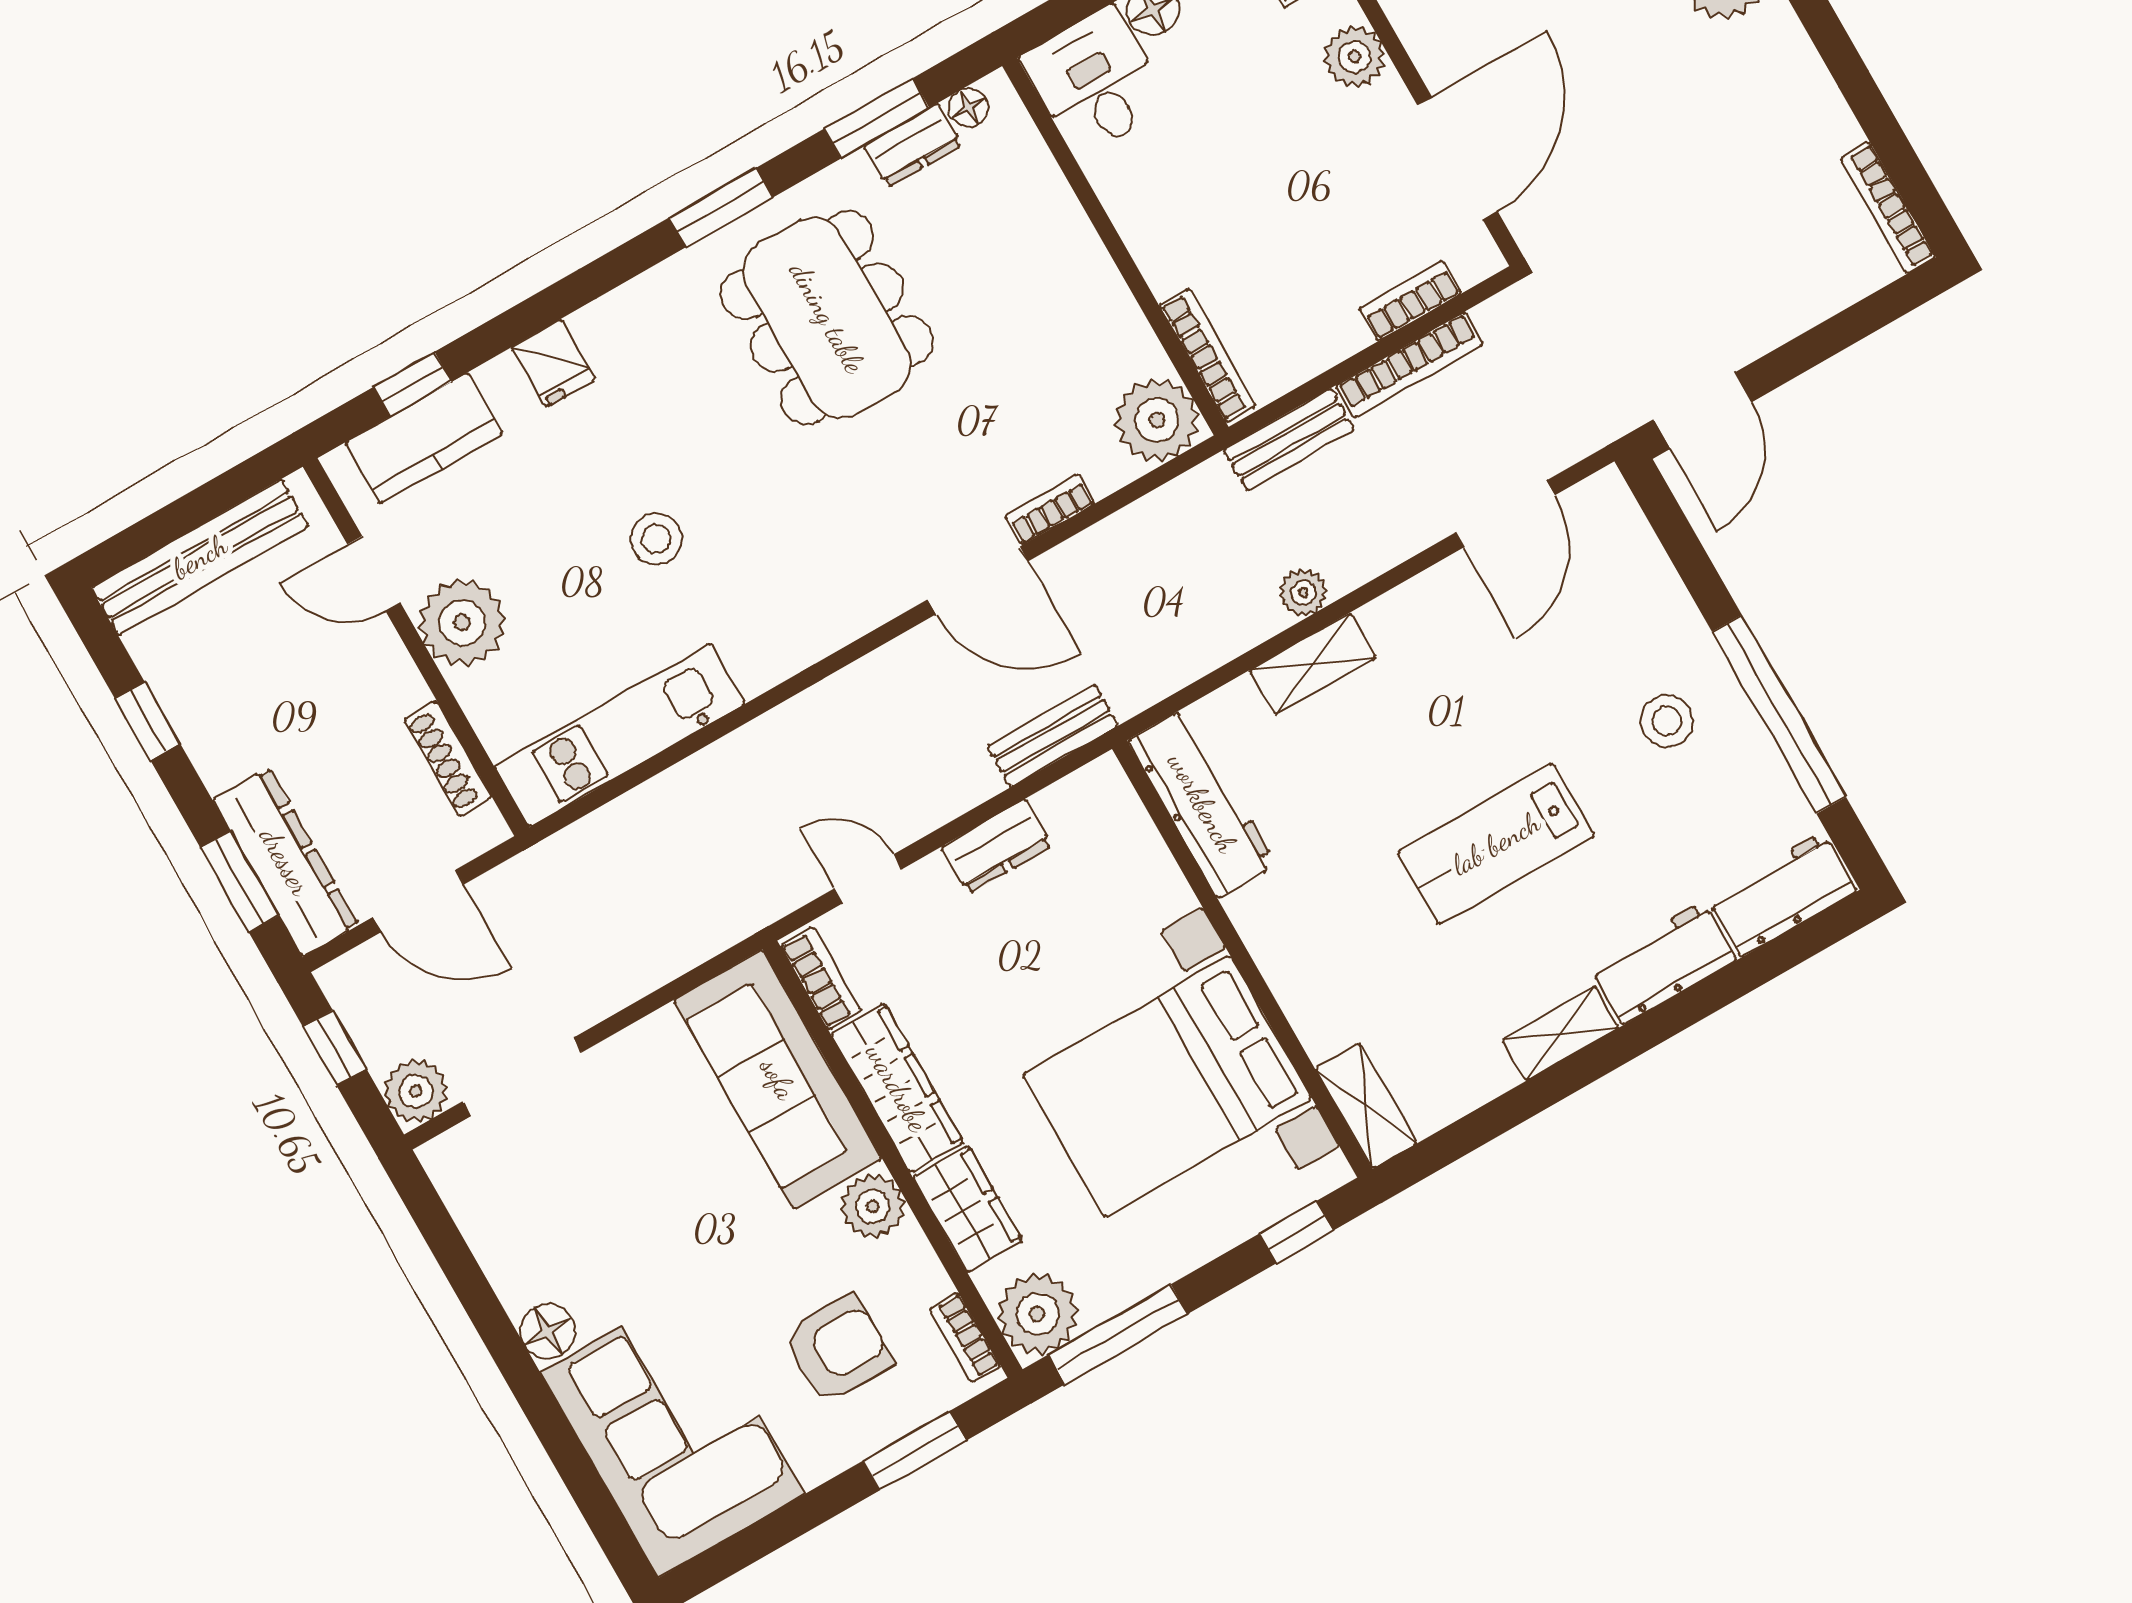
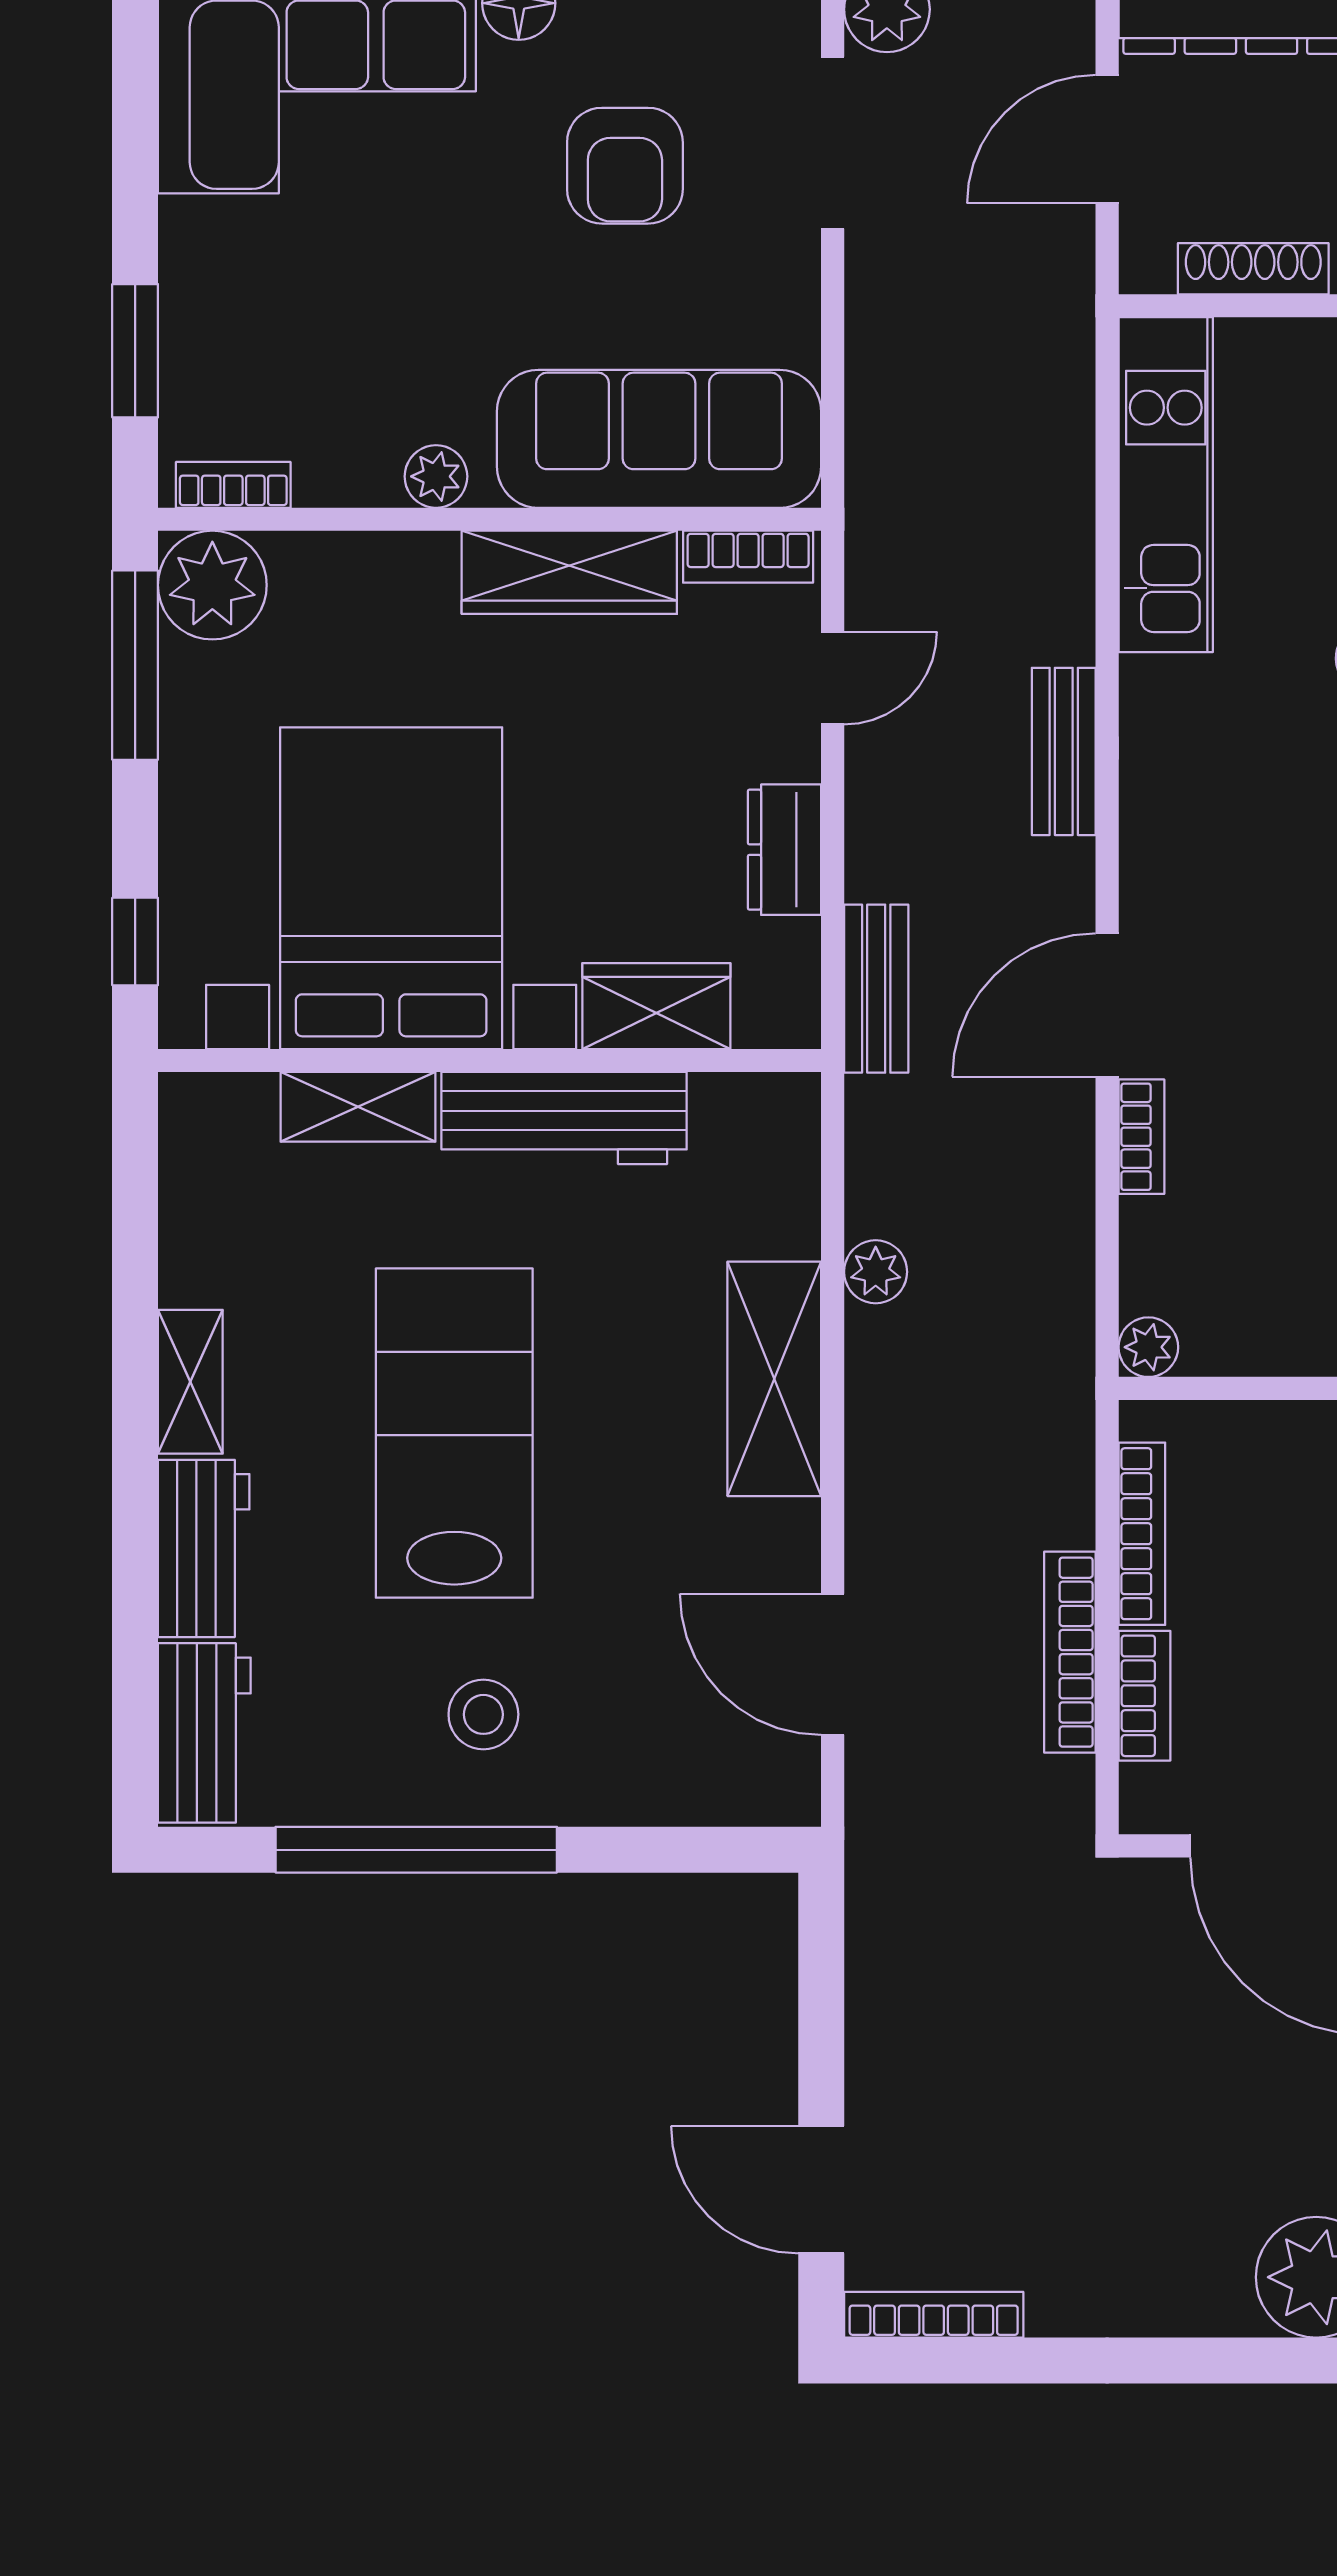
bookcase: (1208, 356) -> (1142, 1534), moved, turned -90
door: (1703, 411) -> (821, 2190), moved
plant: (1157, 420) -> (1148, 1347), width x0.53, depth x0.53
bench: (1289, 439) -> (1064, 751), moved
plant: (1303, 593) -> (876, 1272), moved
shelving: (1313, 664) -> (774, 1379), width x1.50, depth x1.33
workbench: (1202, 803) -> (564, 1118), moved
lab bench: (1496, 844) -> (454, 1433), width x1.36, depth x1.39
shelving: (1366, 1106) -> (358, 1107), moved
plant: (873, 1206) -> (436, 476), width x0.73, depth x0.73
wardrobe: (967, 1209) -> (656, 1006), moved, turned 180
armchair: (837, 1349) -> (625, 166), moved

